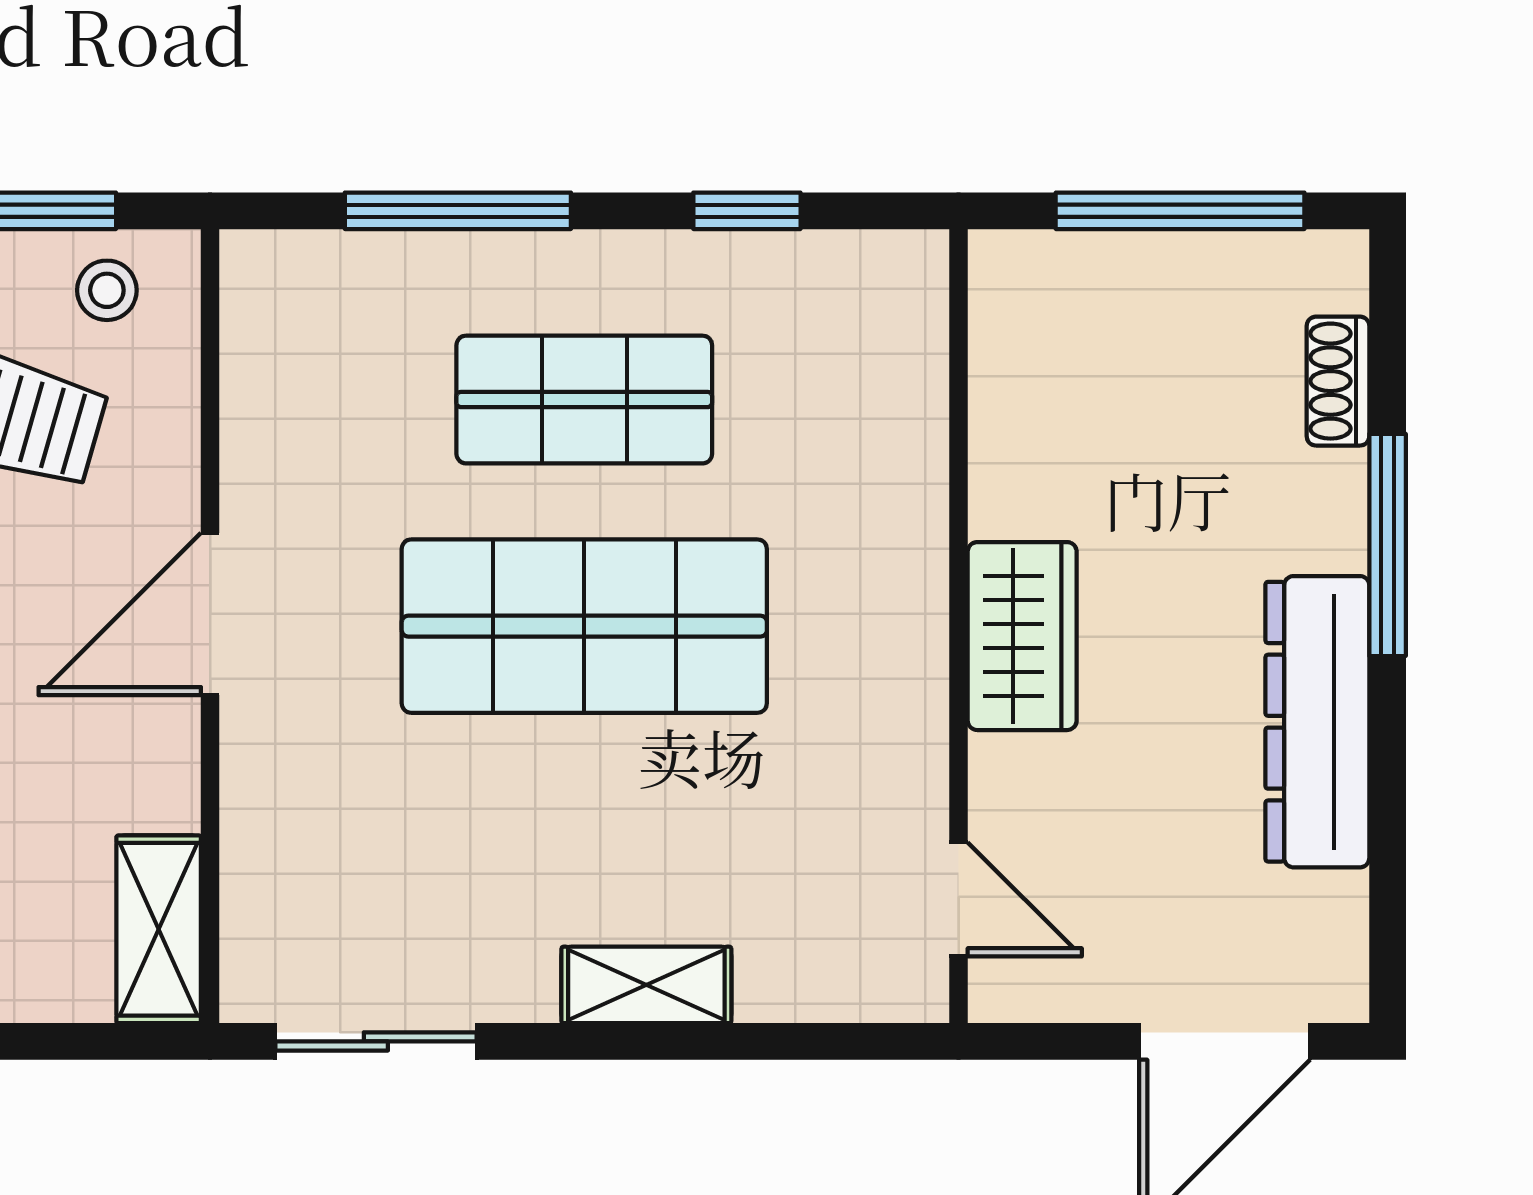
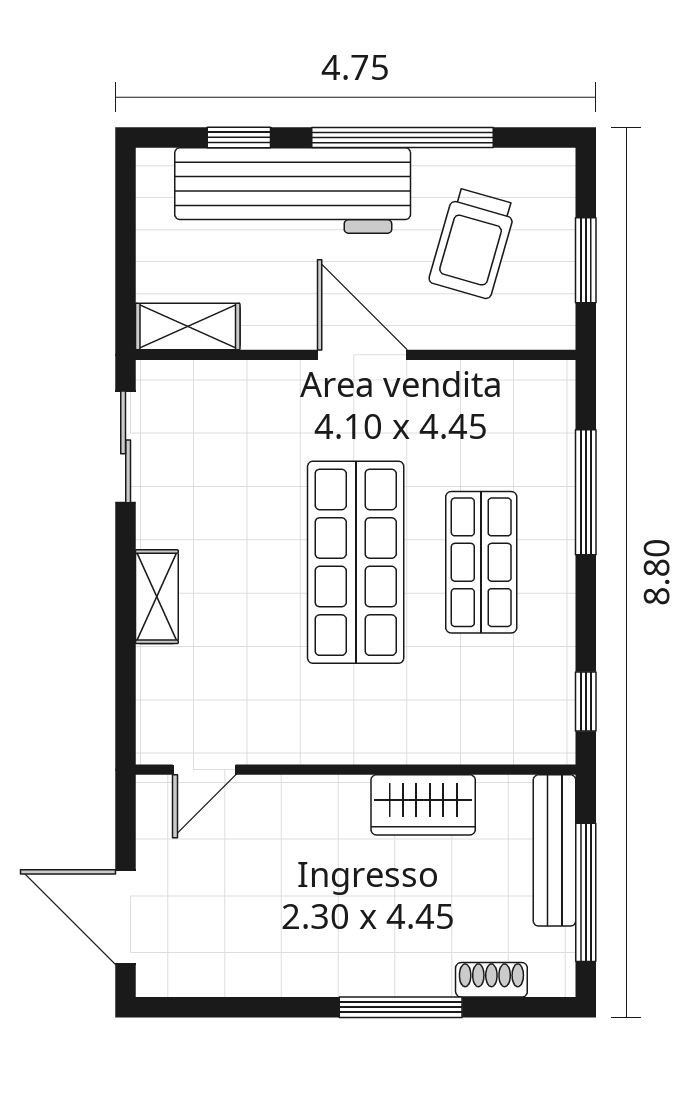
window: (747, 211) -> (586, 701), moved
bench: (1104, 267) -> (554, 850), added
stool: (107, 290) -> (542, 298), removed
wardrobe: (1022, 636) -> (423, 805), moved
dresser: (1317, 722) -> (303, 968), removed

